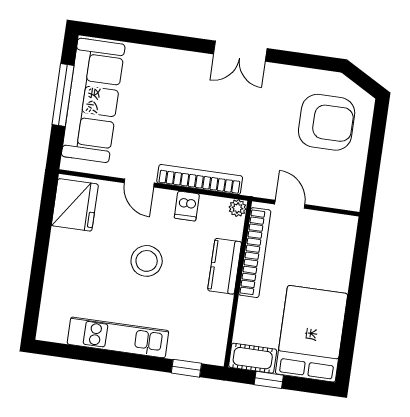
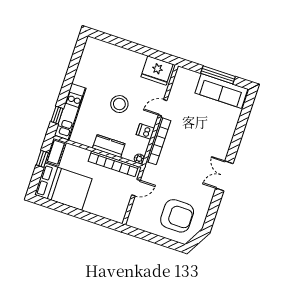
sofa: (93, 100) -> (221, 91), width x0.74, depth x0.79
armchair: (327, 122) -> (177, 216), turned -90
kitchen unit: (118, 337) -> (70, 112), moved

